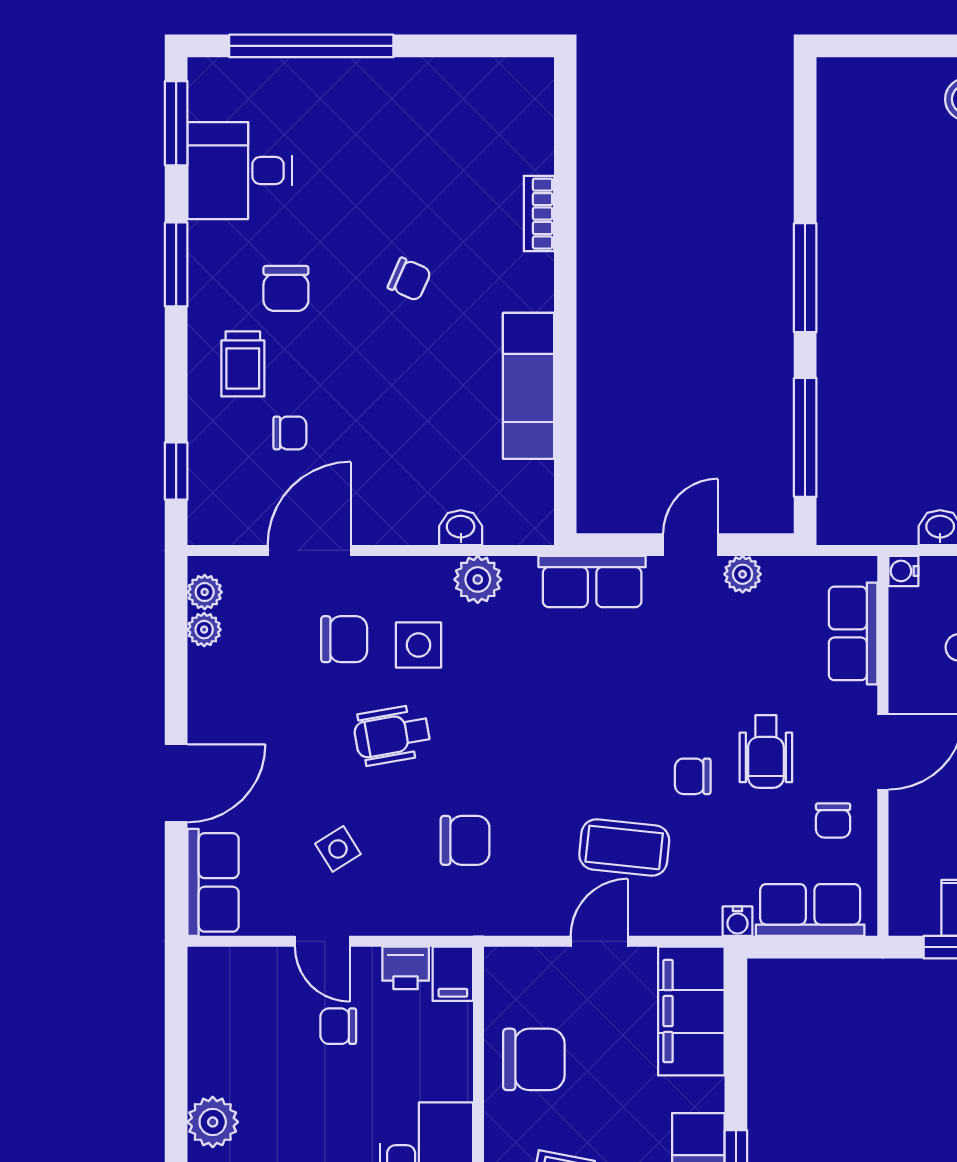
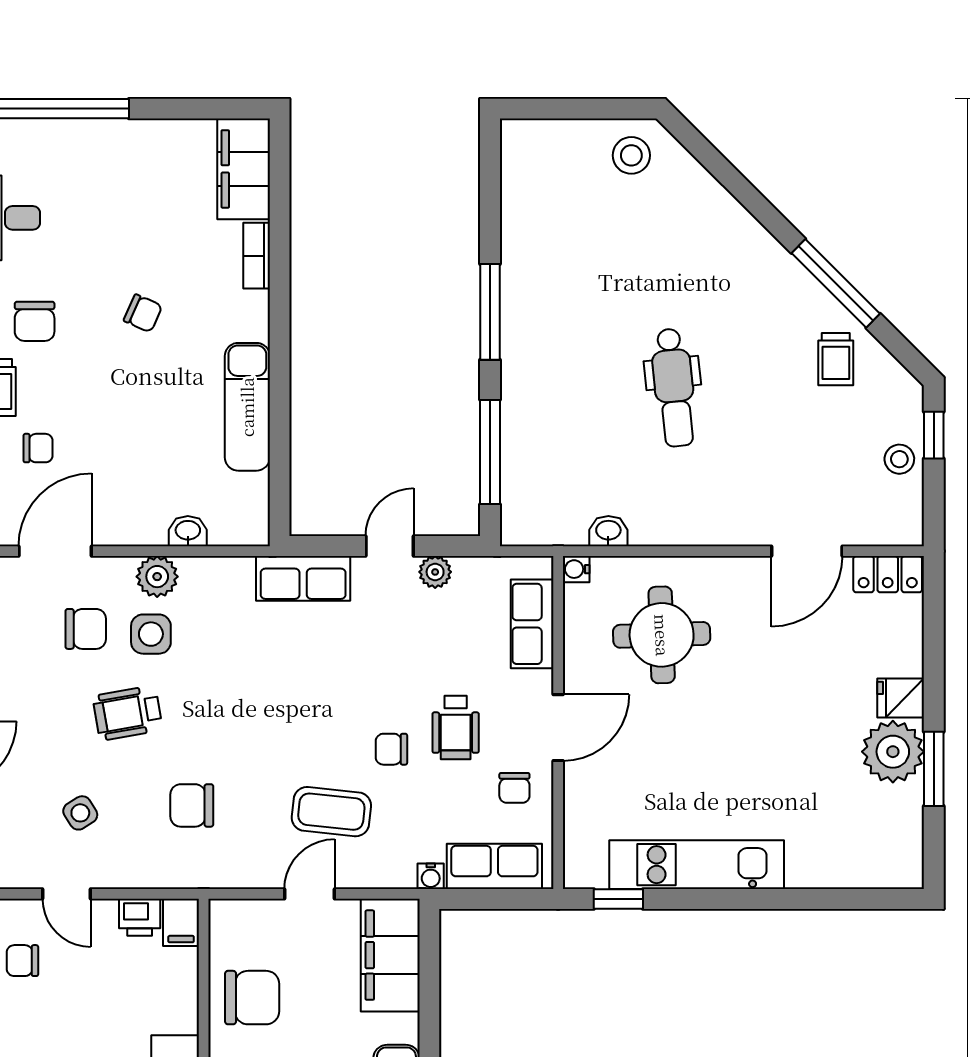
filing cabinet: (524, 115) -> (244, 169), added
plant: (478, 579) -> (157, 577), moved
chair: (465, 840) -> (192, 805), turned 180
chair: (338, 1026) -> (22, 961), moved

